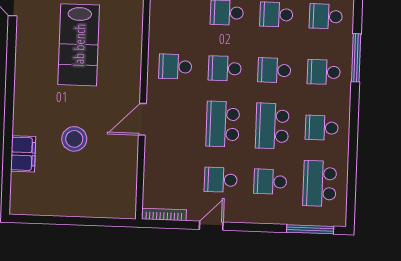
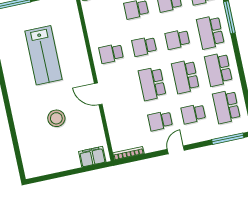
school desk: (324, 72) -> (210, 32), width x1.85
door: (142, 119) -> (98, 94), hinge flipped
school desk: (322, 128) -> (218, 69), width x1.85
filing cabinet: (23, 154) -> (92, 157), moved, turned -90
door: (211, 226) -> (176, 150), moved

